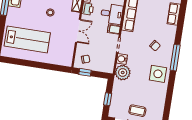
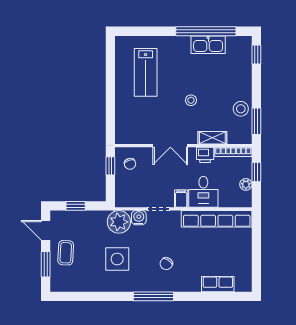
lab bench: (27, 39) -> (146, 72), width x0.73, depth x0.72
side table: (158, 74) -> (117, 259), moved

